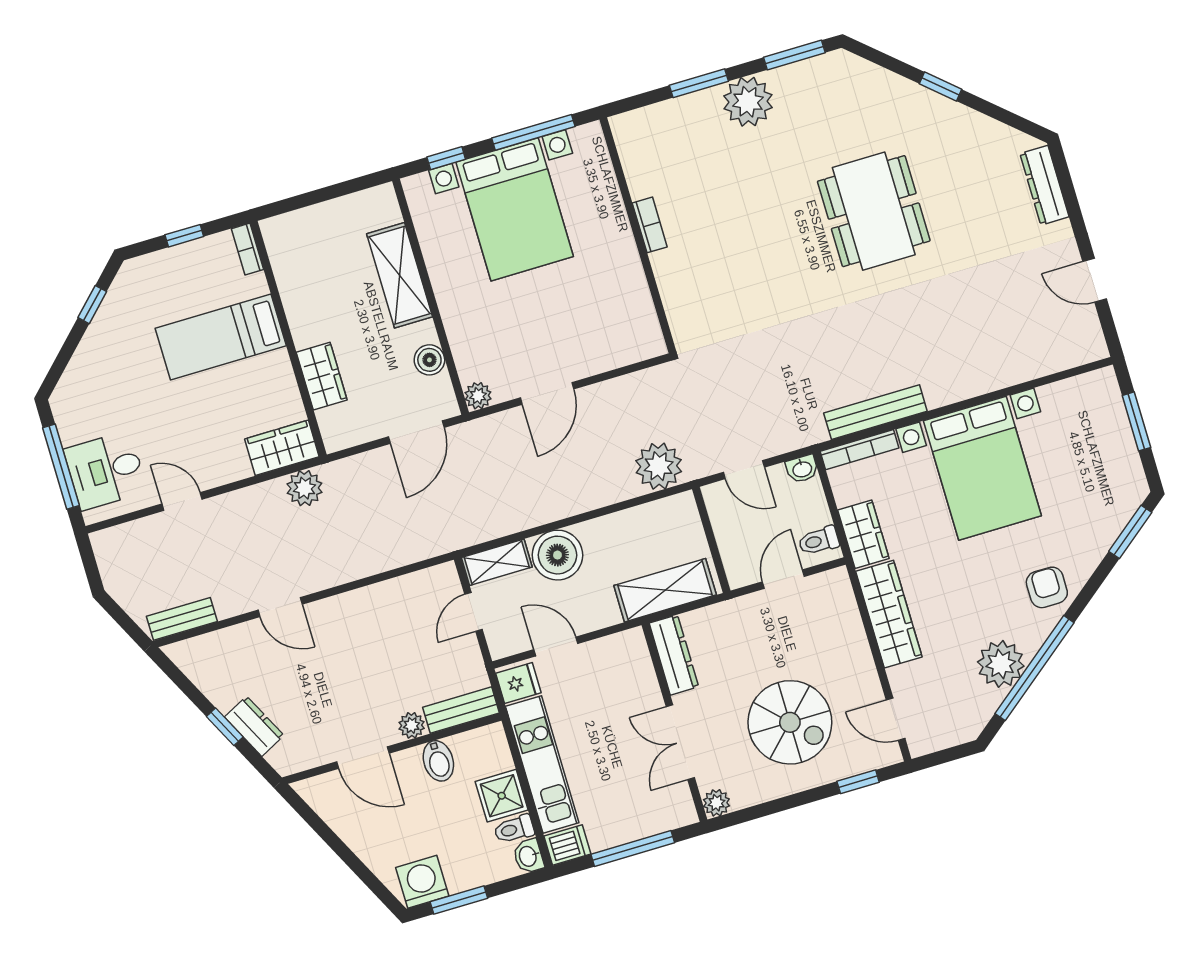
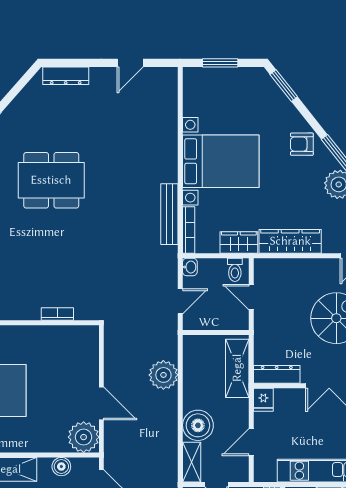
bookcase: (650, 225) -> (57, 314), moved
plant: (478, 396) -> (84, 437), width x1.88, depth x1.88
plant: (659, 466) -> (163, 375), moved
fridge: (518, 683) -> (263, 400), moved, turned 180

